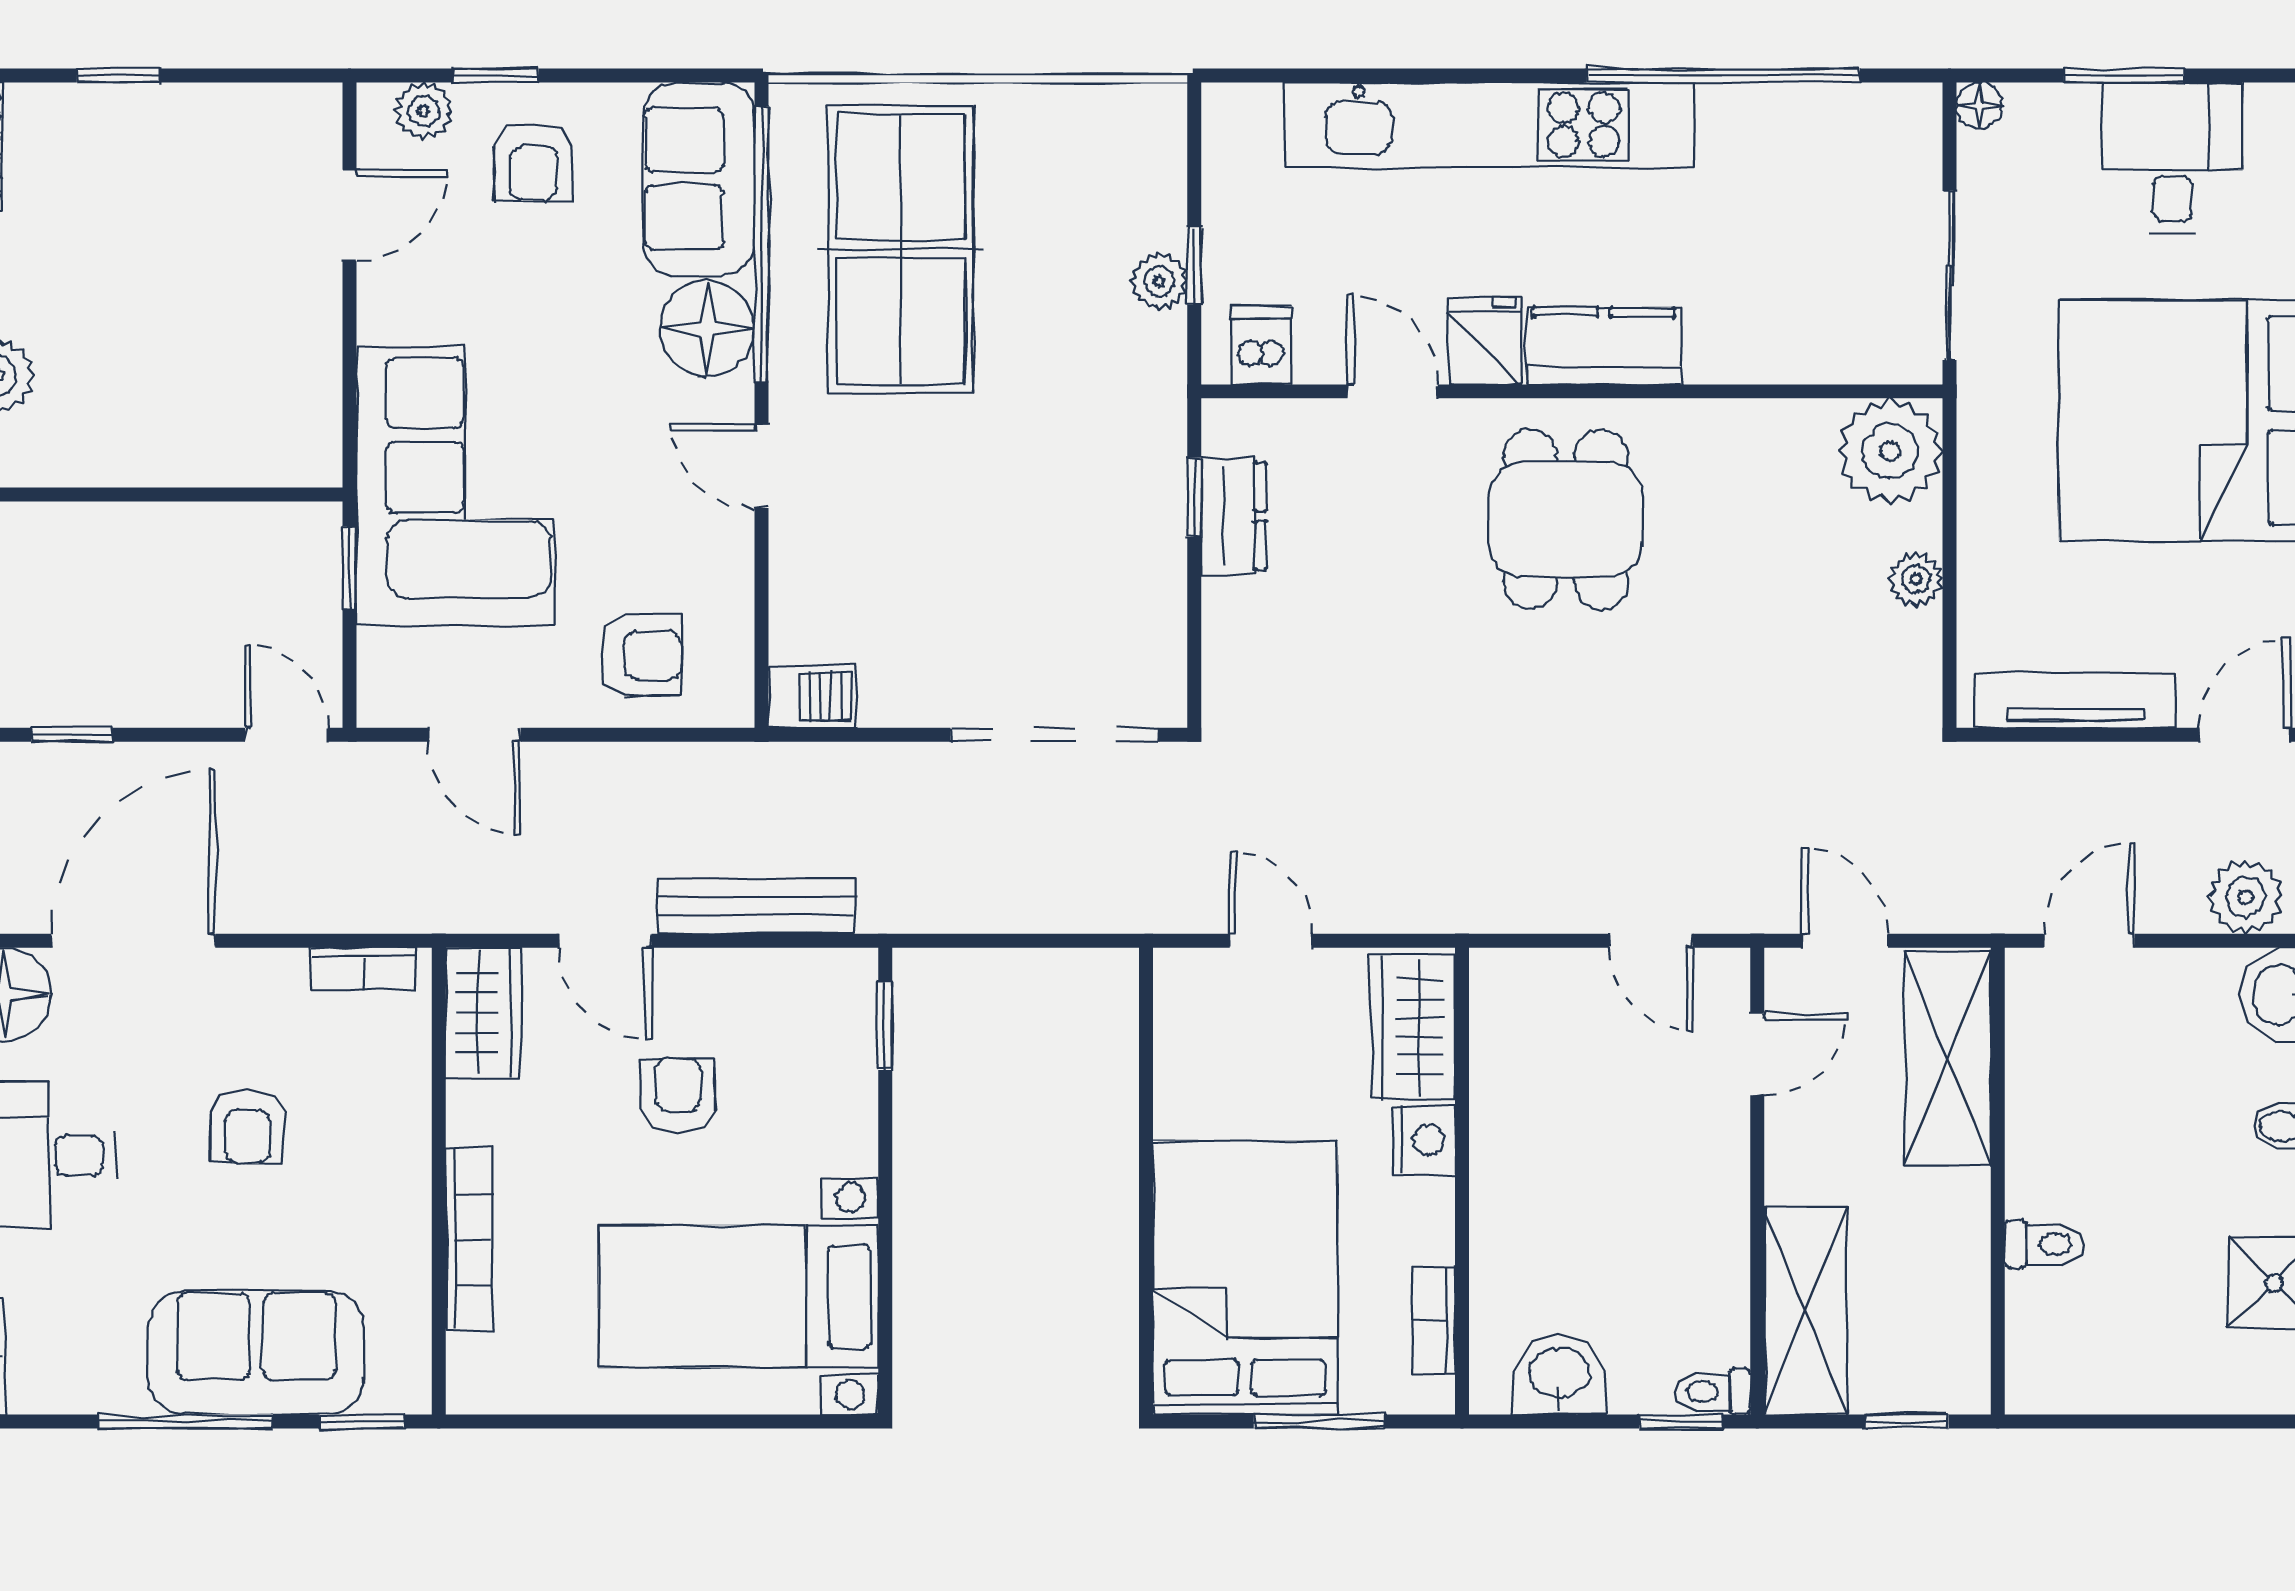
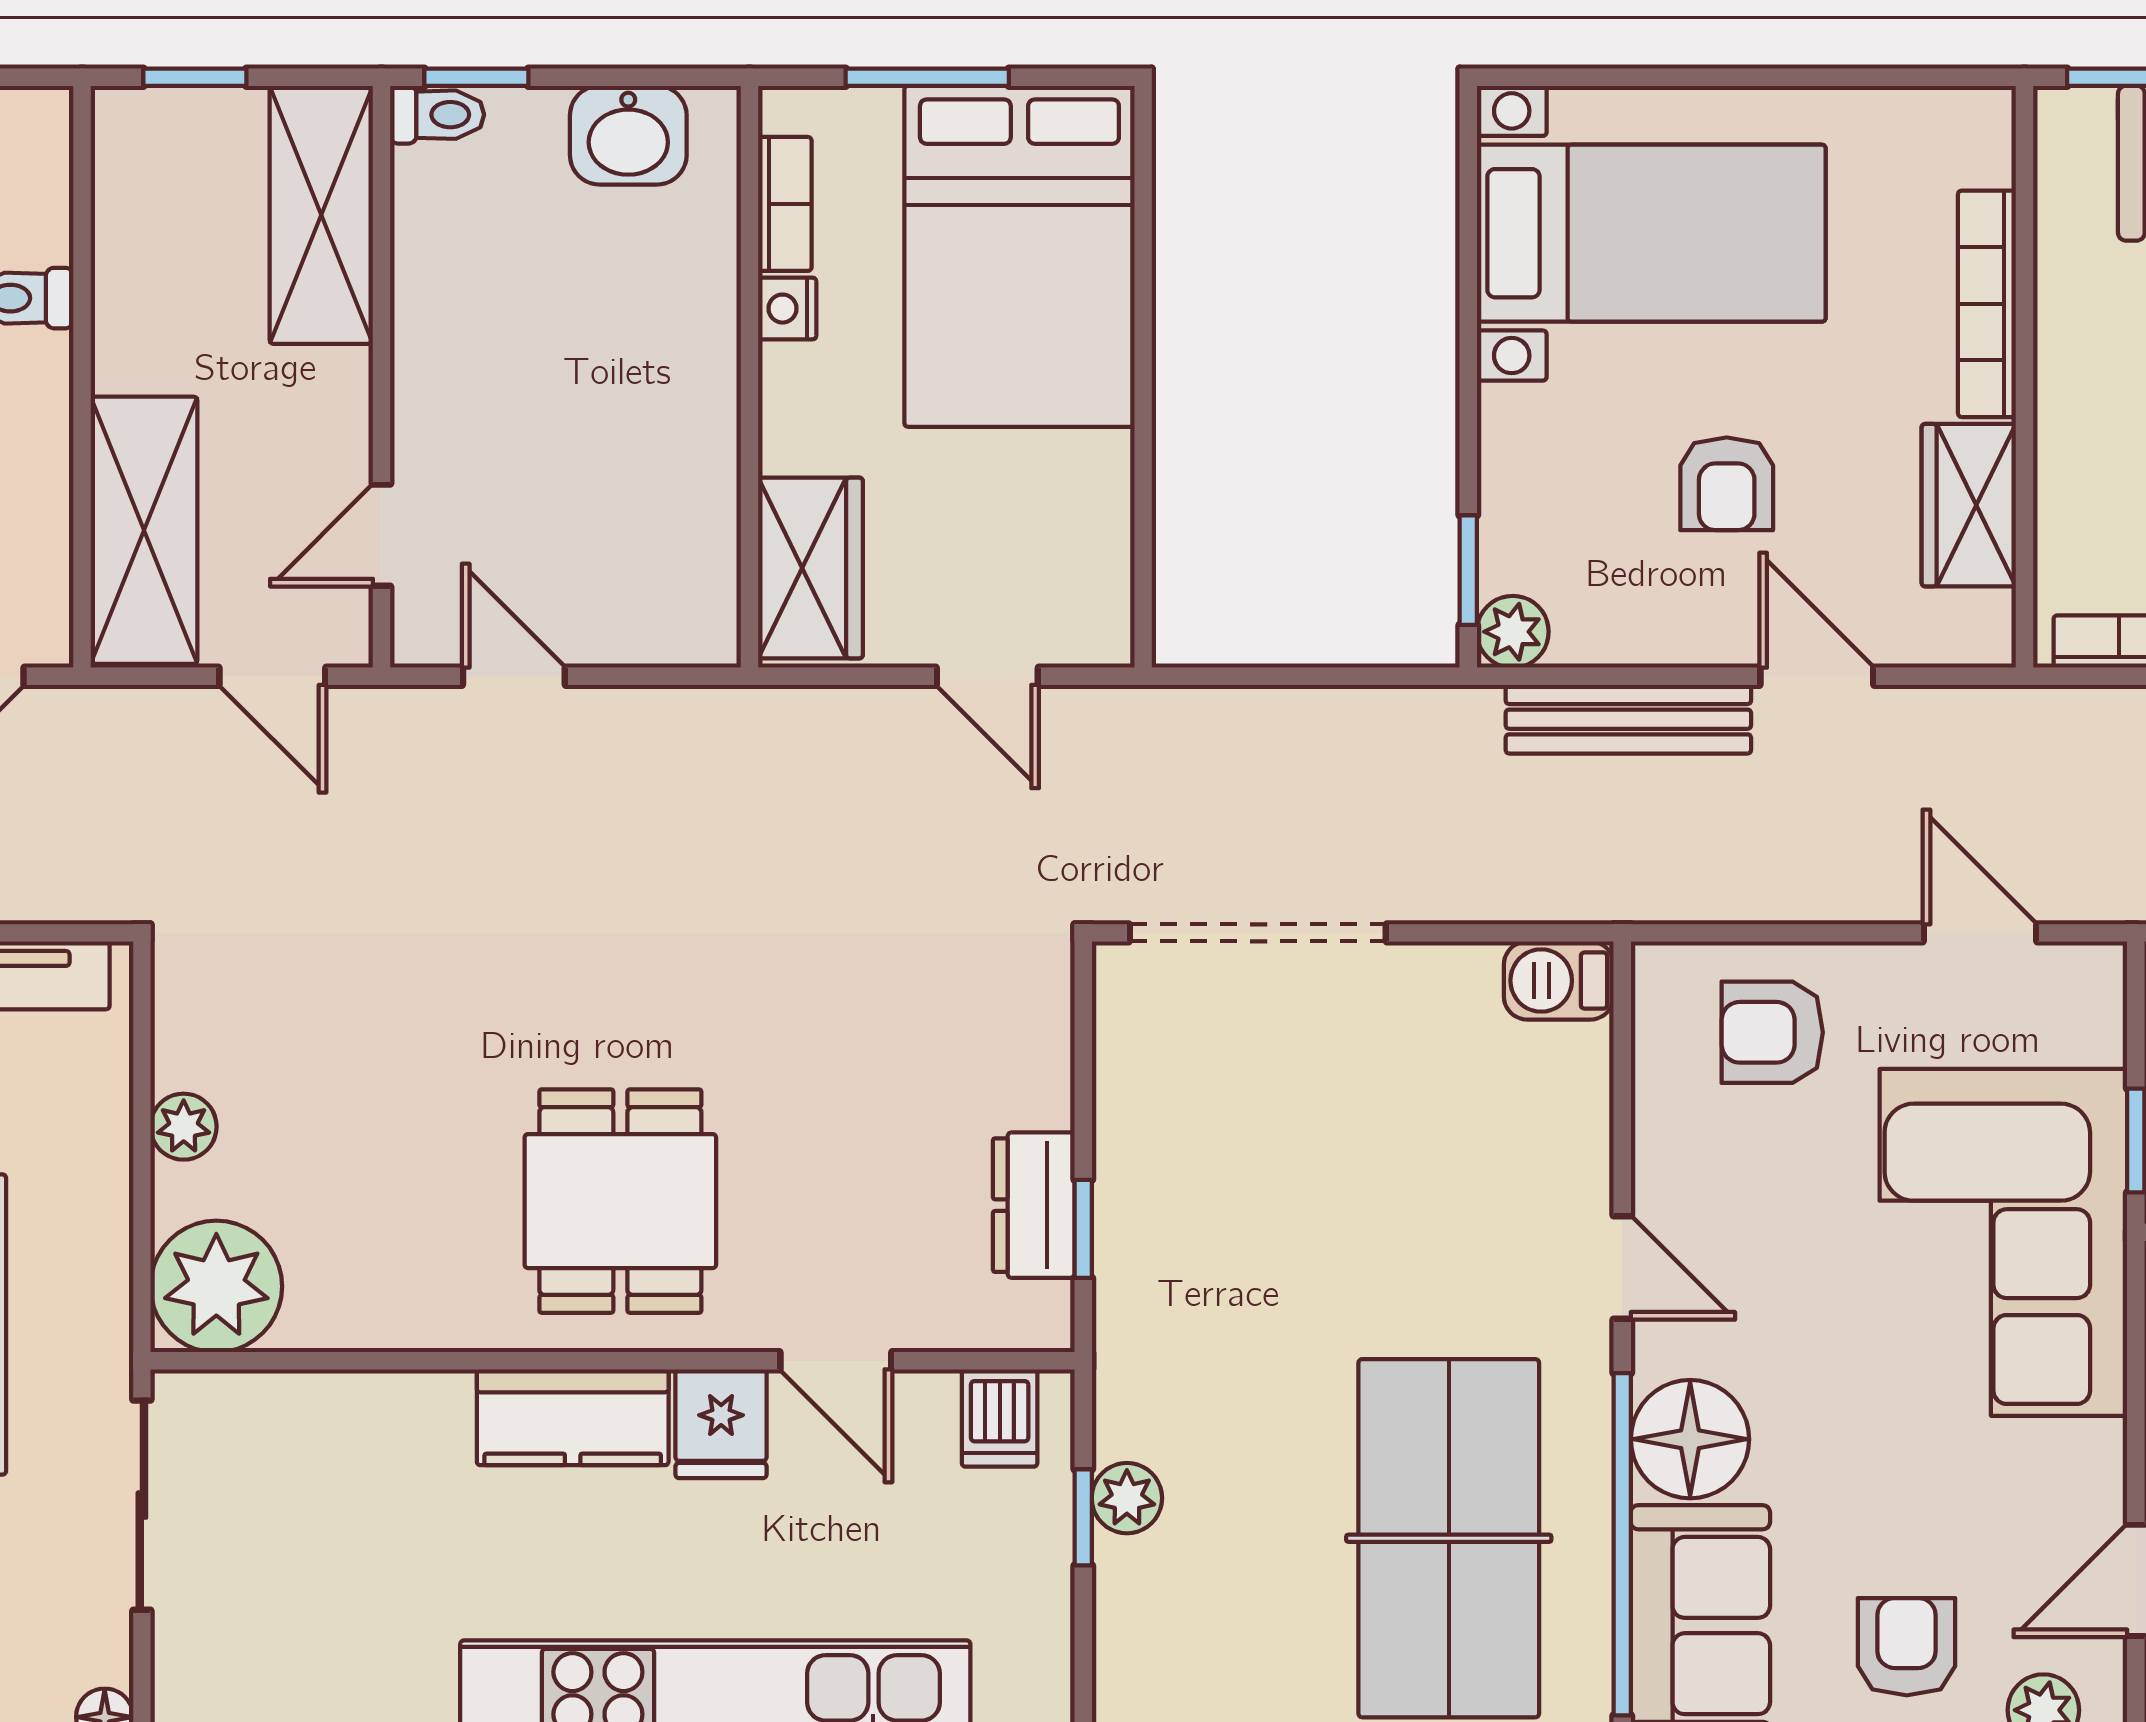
plant: (849, 976) -> (1513, 632), added
wardrobe: (483, 1013) -> (1969, 505), moved
nightstand: (1423, 1140) -> (787, 309), moved, width x0.72, depth x0.74

